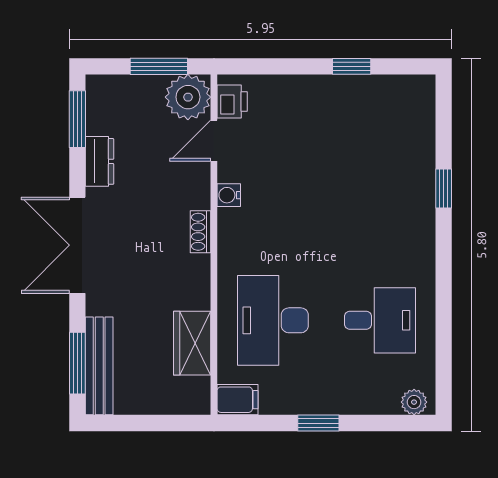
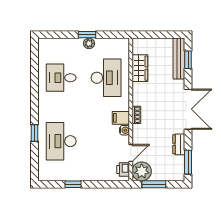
desk: (380, 169) -> (61, 141), added
window: (77, 363) -> (188, 60), width x0.67
filing cabinet: (238, 400) -> (121, 118), moved
plant: (414, 402) -> (89, 43), moved

